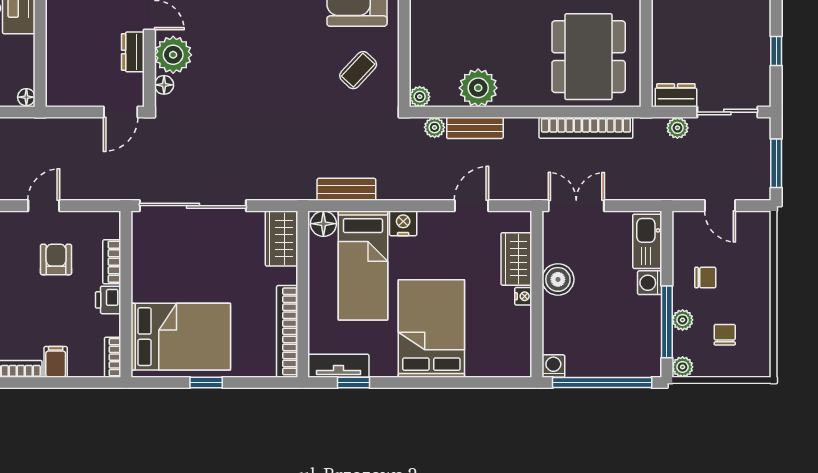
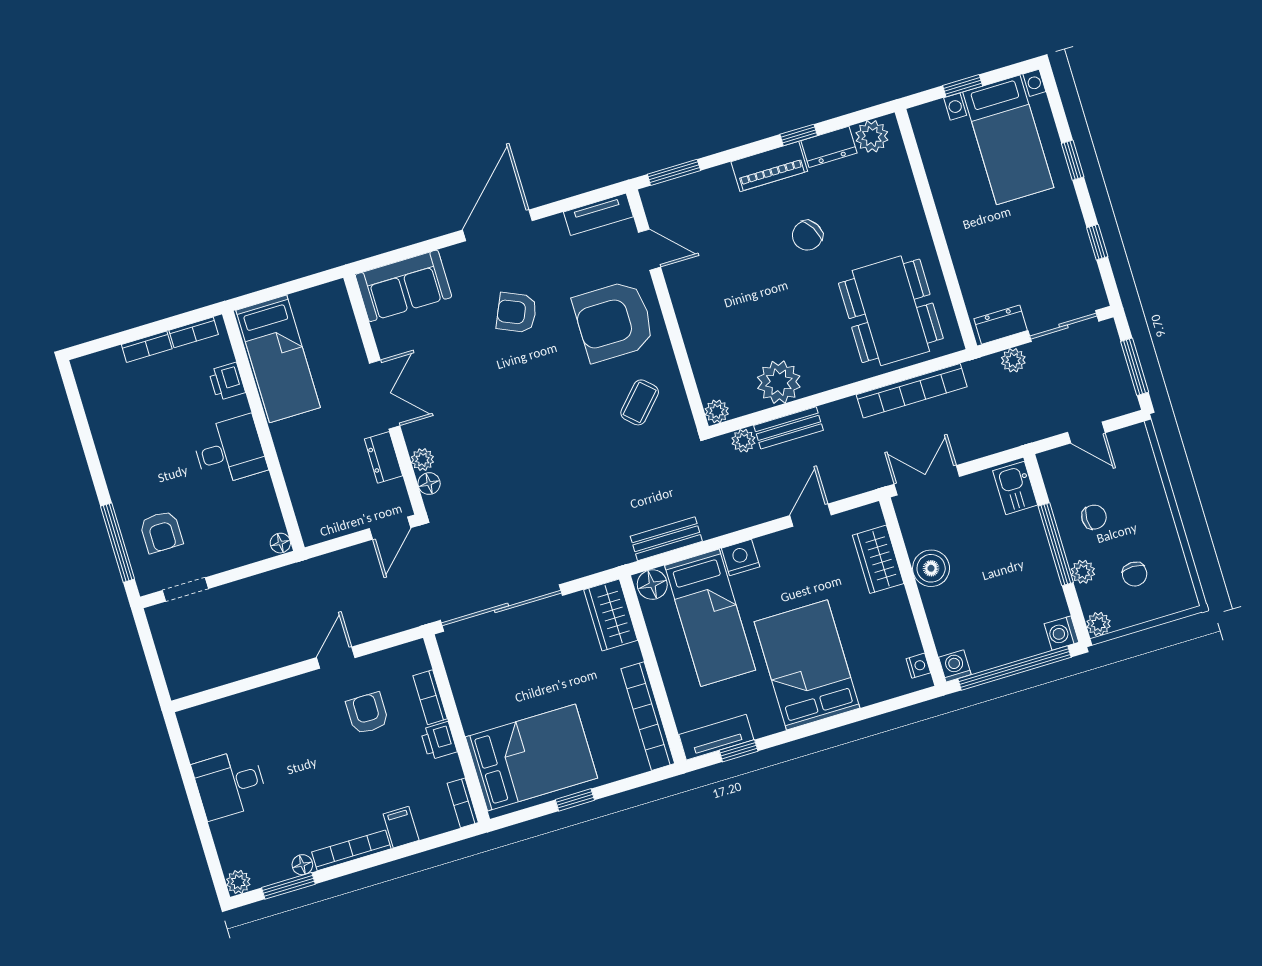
plant: (173, 55) -> (422, 460), width x0.53, depth x0.53
kitchen sink: (647, 241) -> (1015, 488), width x0.73
washing machine: (650, 283) -> (1062, 633), moved
nightstand: (523, 296) -> (918, 666), moved
window: (667, 322) -> (1056, 544), moved
chair: (725, 335) -> (1135, 574), turned 180

